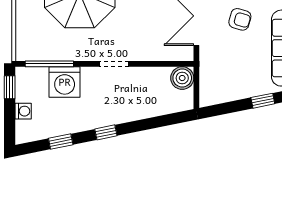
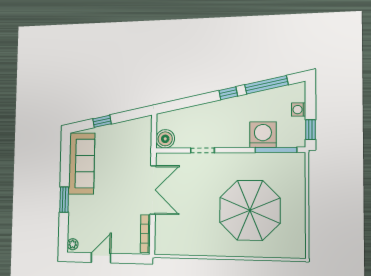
armchair: (240, 19) -> (118, 187), removed
doorway: (114, 64) -> (203, 150), moved
window: (61, 142) -> (266, 85), width x2.17

